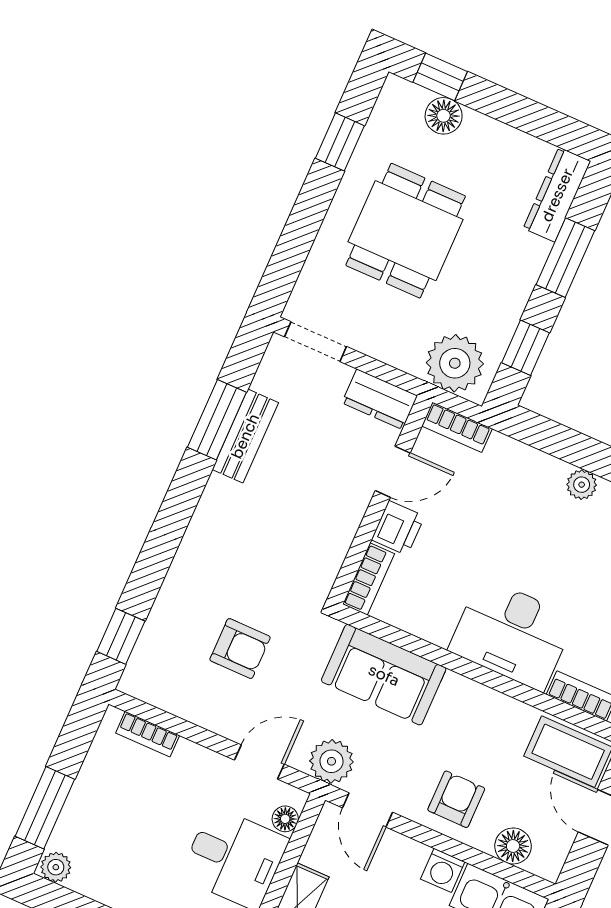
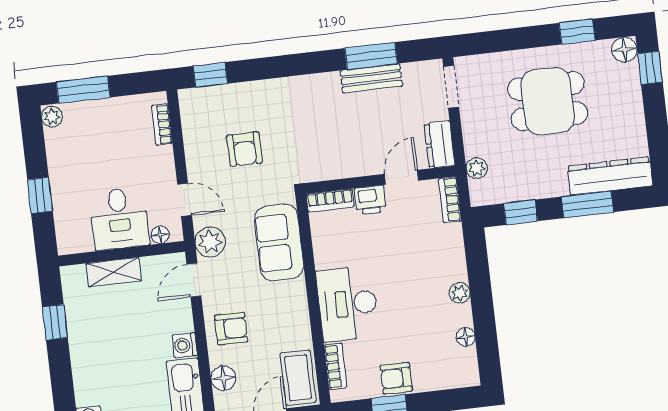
floor lamp: (444, 116) -> (624, 50), moved
dresser: (557, 195) -> (610, 176), width x1.37, depth x1.24
plant: (455, 363) -> (477, 168), width x0.53, depth x0.53
door: (393, 472) -> (401, 177), swing flipped

